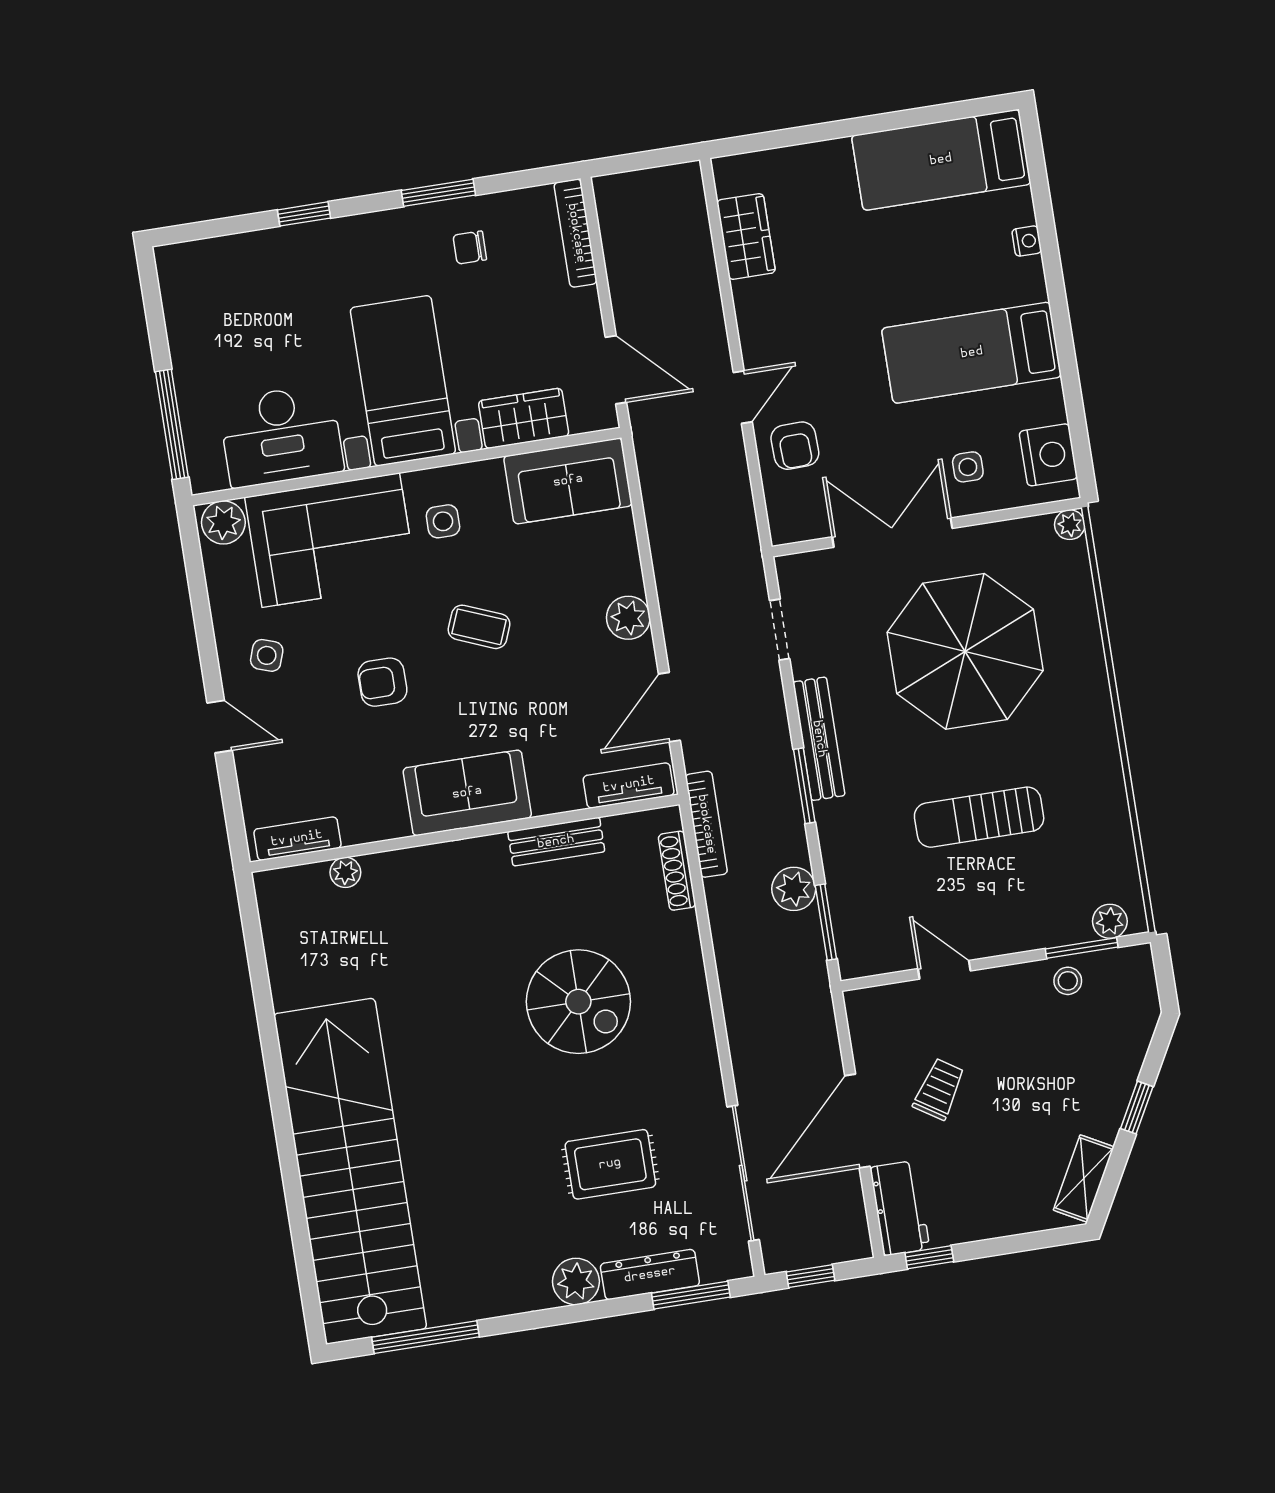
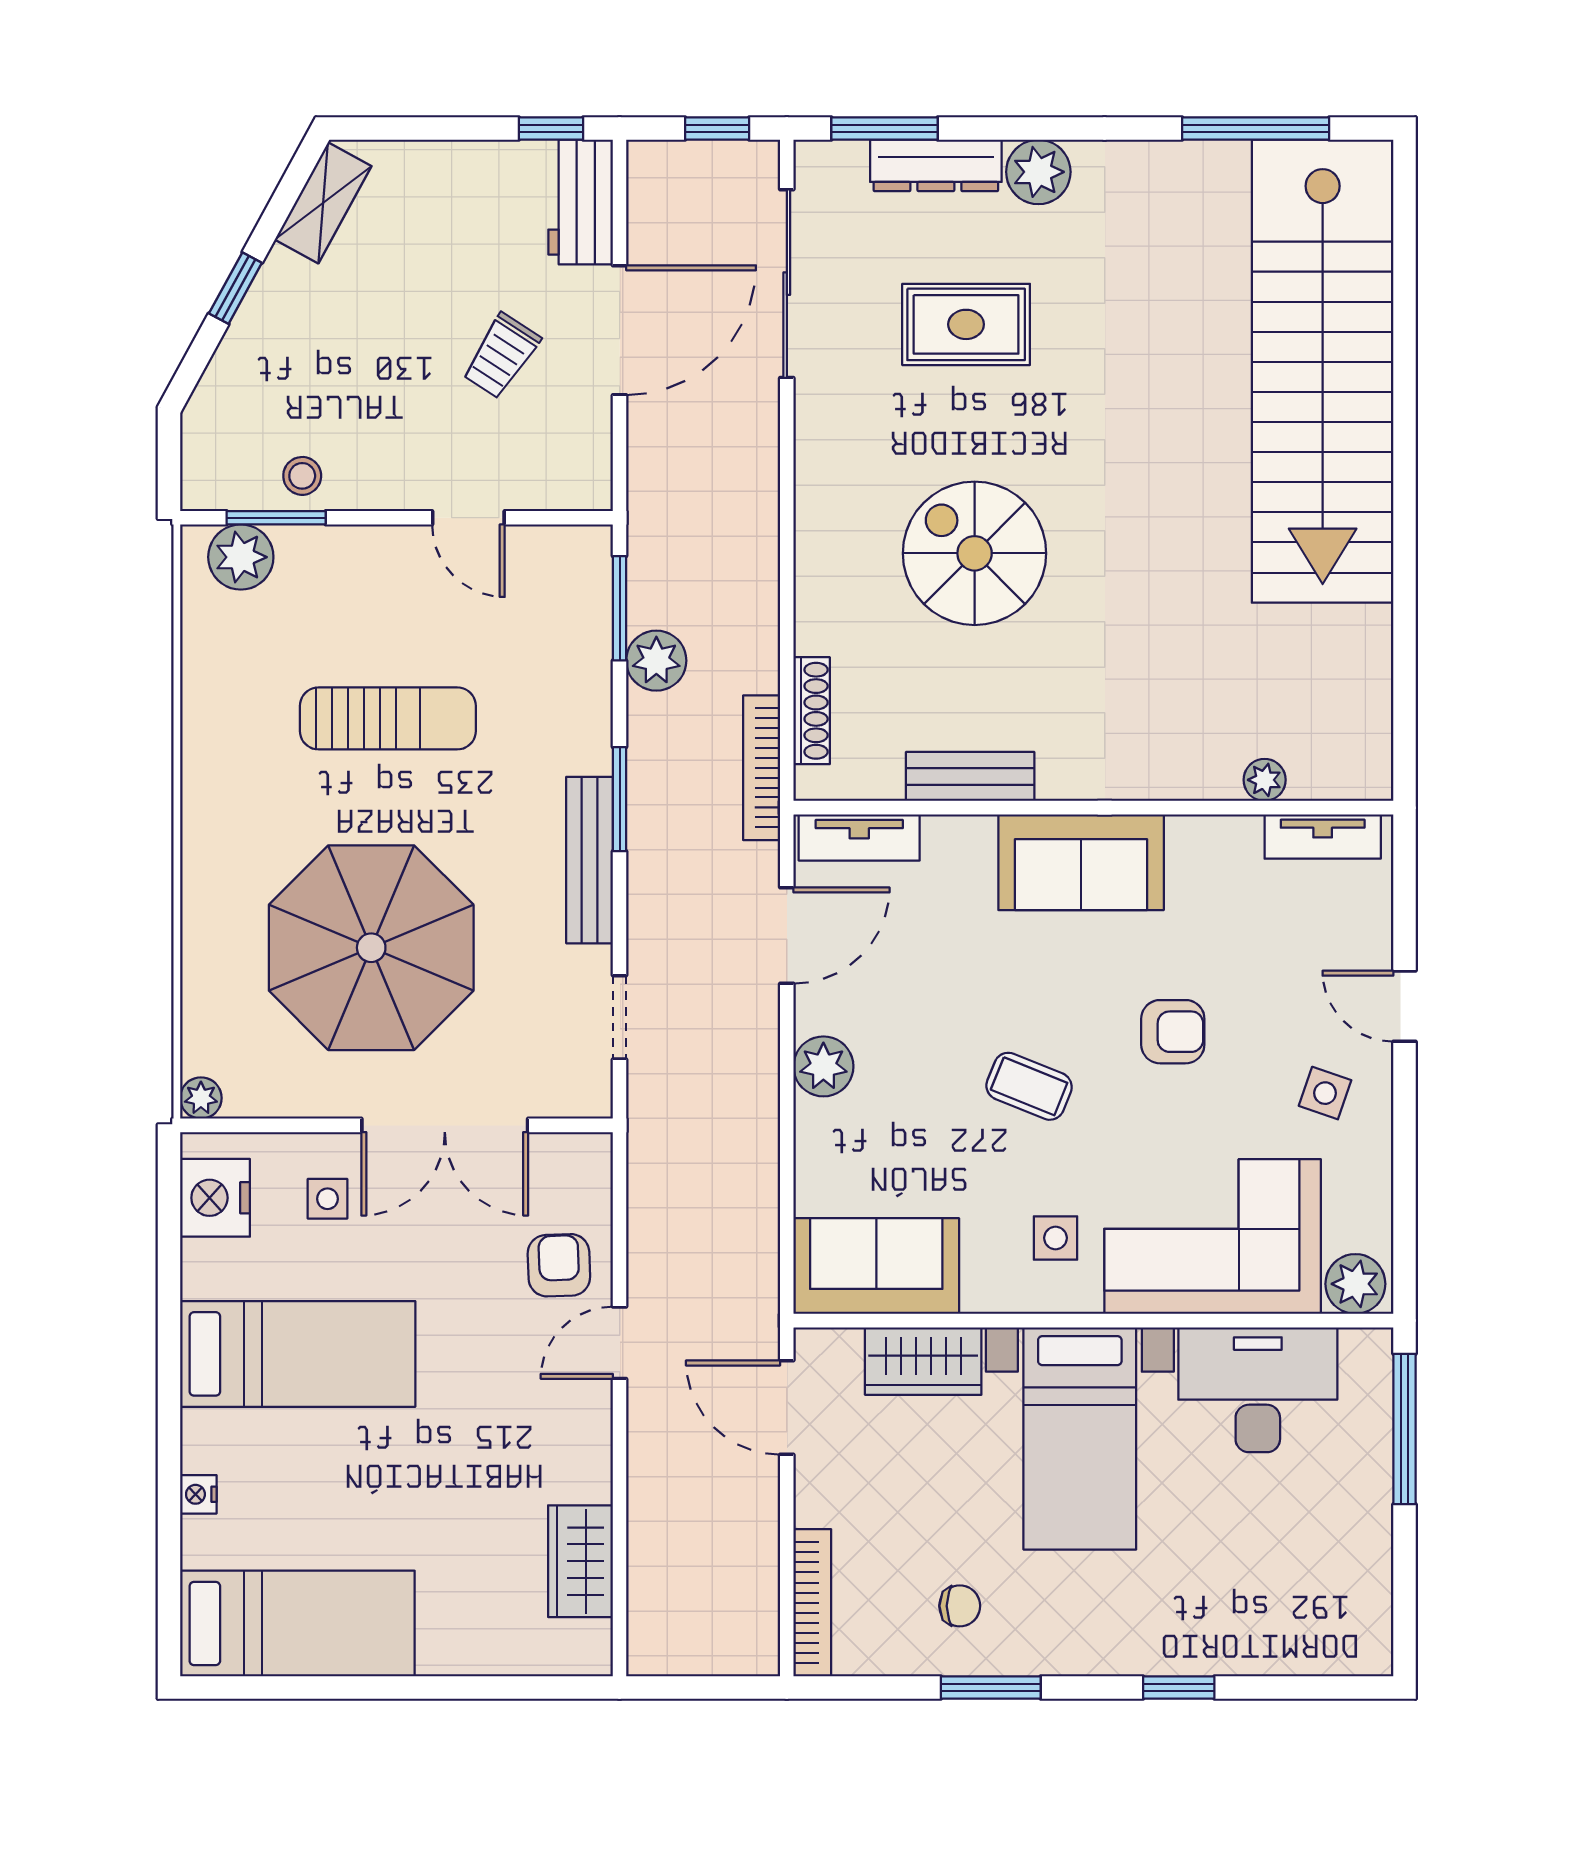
plant: (1110, 921) -> (241, 557), width x1.38, depth x1.38

